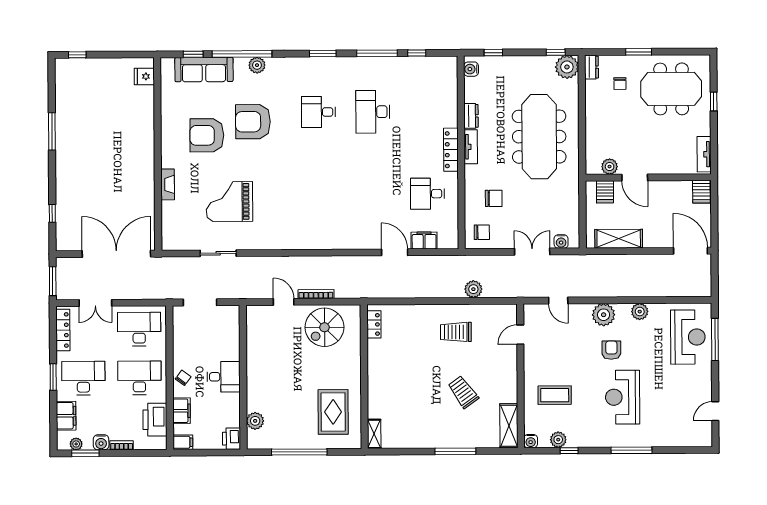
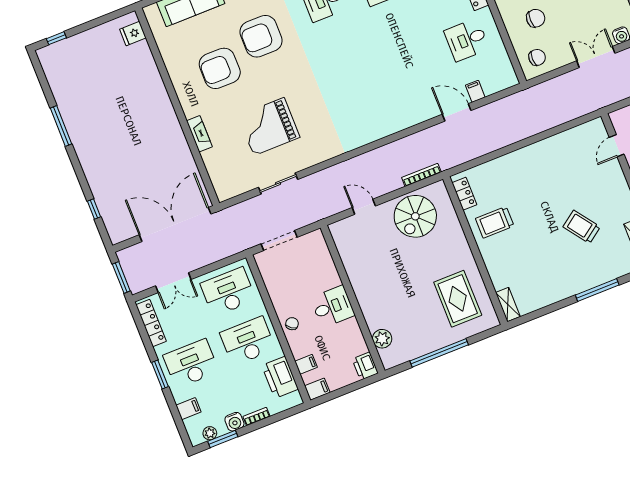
filing cabinet: (424, 241) -> (475, 91), width x0.50
plant: (473, 289) -> (551, 118), removed
bookcase: (316, 294) -> (421, 175), moved
trolley: (456, 332) -> (495, 222), moved
filing cabinet: (182, 411) -> (306, 364), width x0.50
filing cabinet: (66, 416) -> (188, 409), width x0.50

